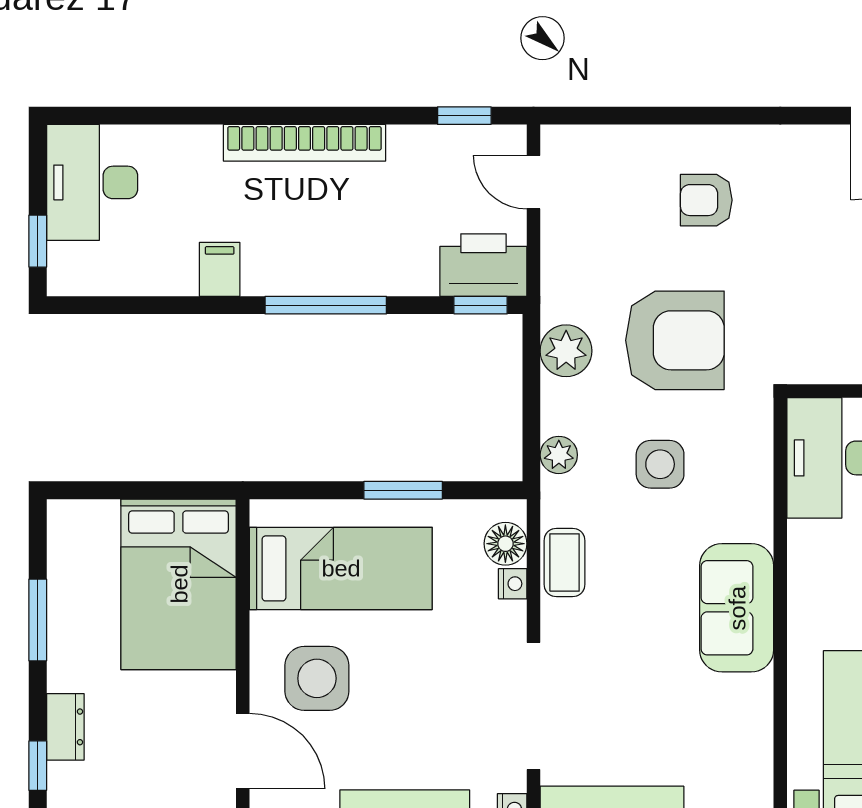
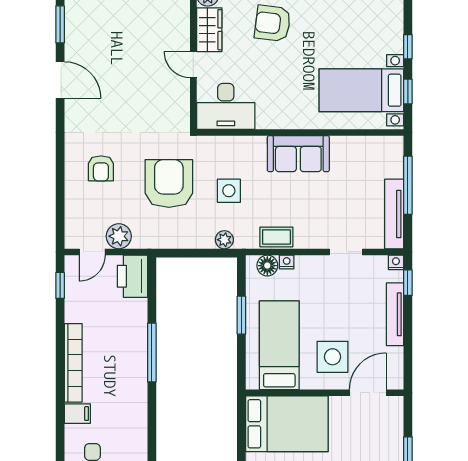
filing cabinet: (220, 269) -> (77, 414), moved, turned 180
window: (481, 305) -> (152, 278), removed
plant: (566, 351) -> (119, 236), moved
doorway: (534, 706) -> (346, 252), width x0.53

